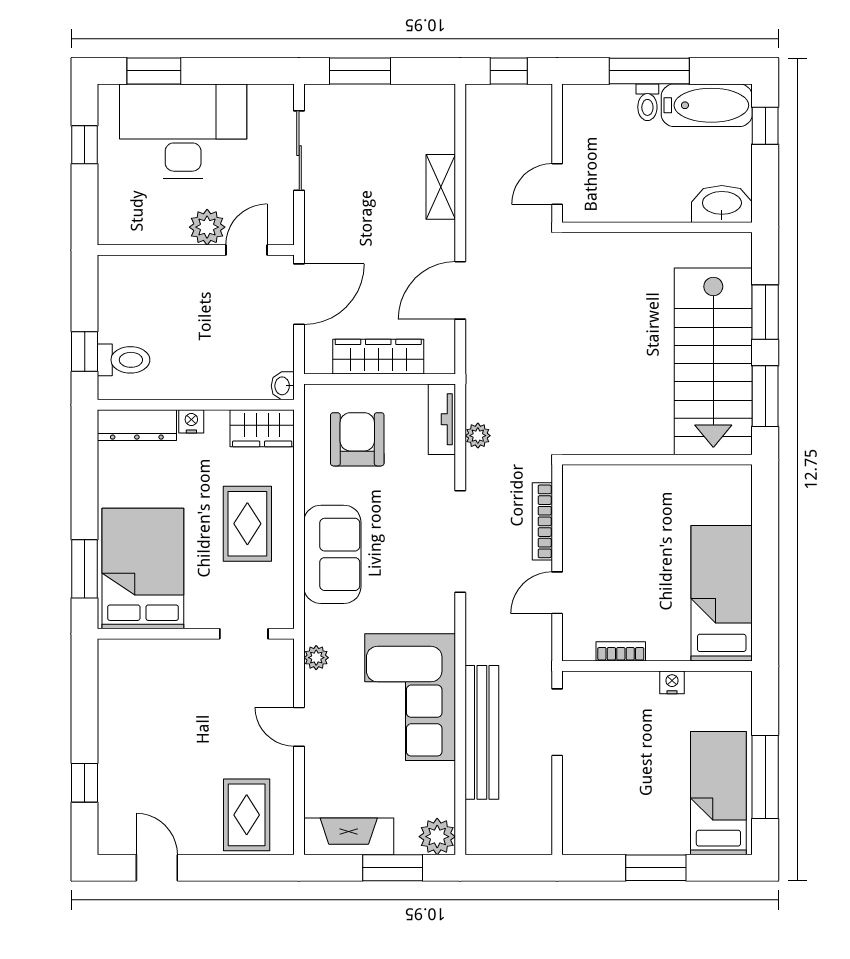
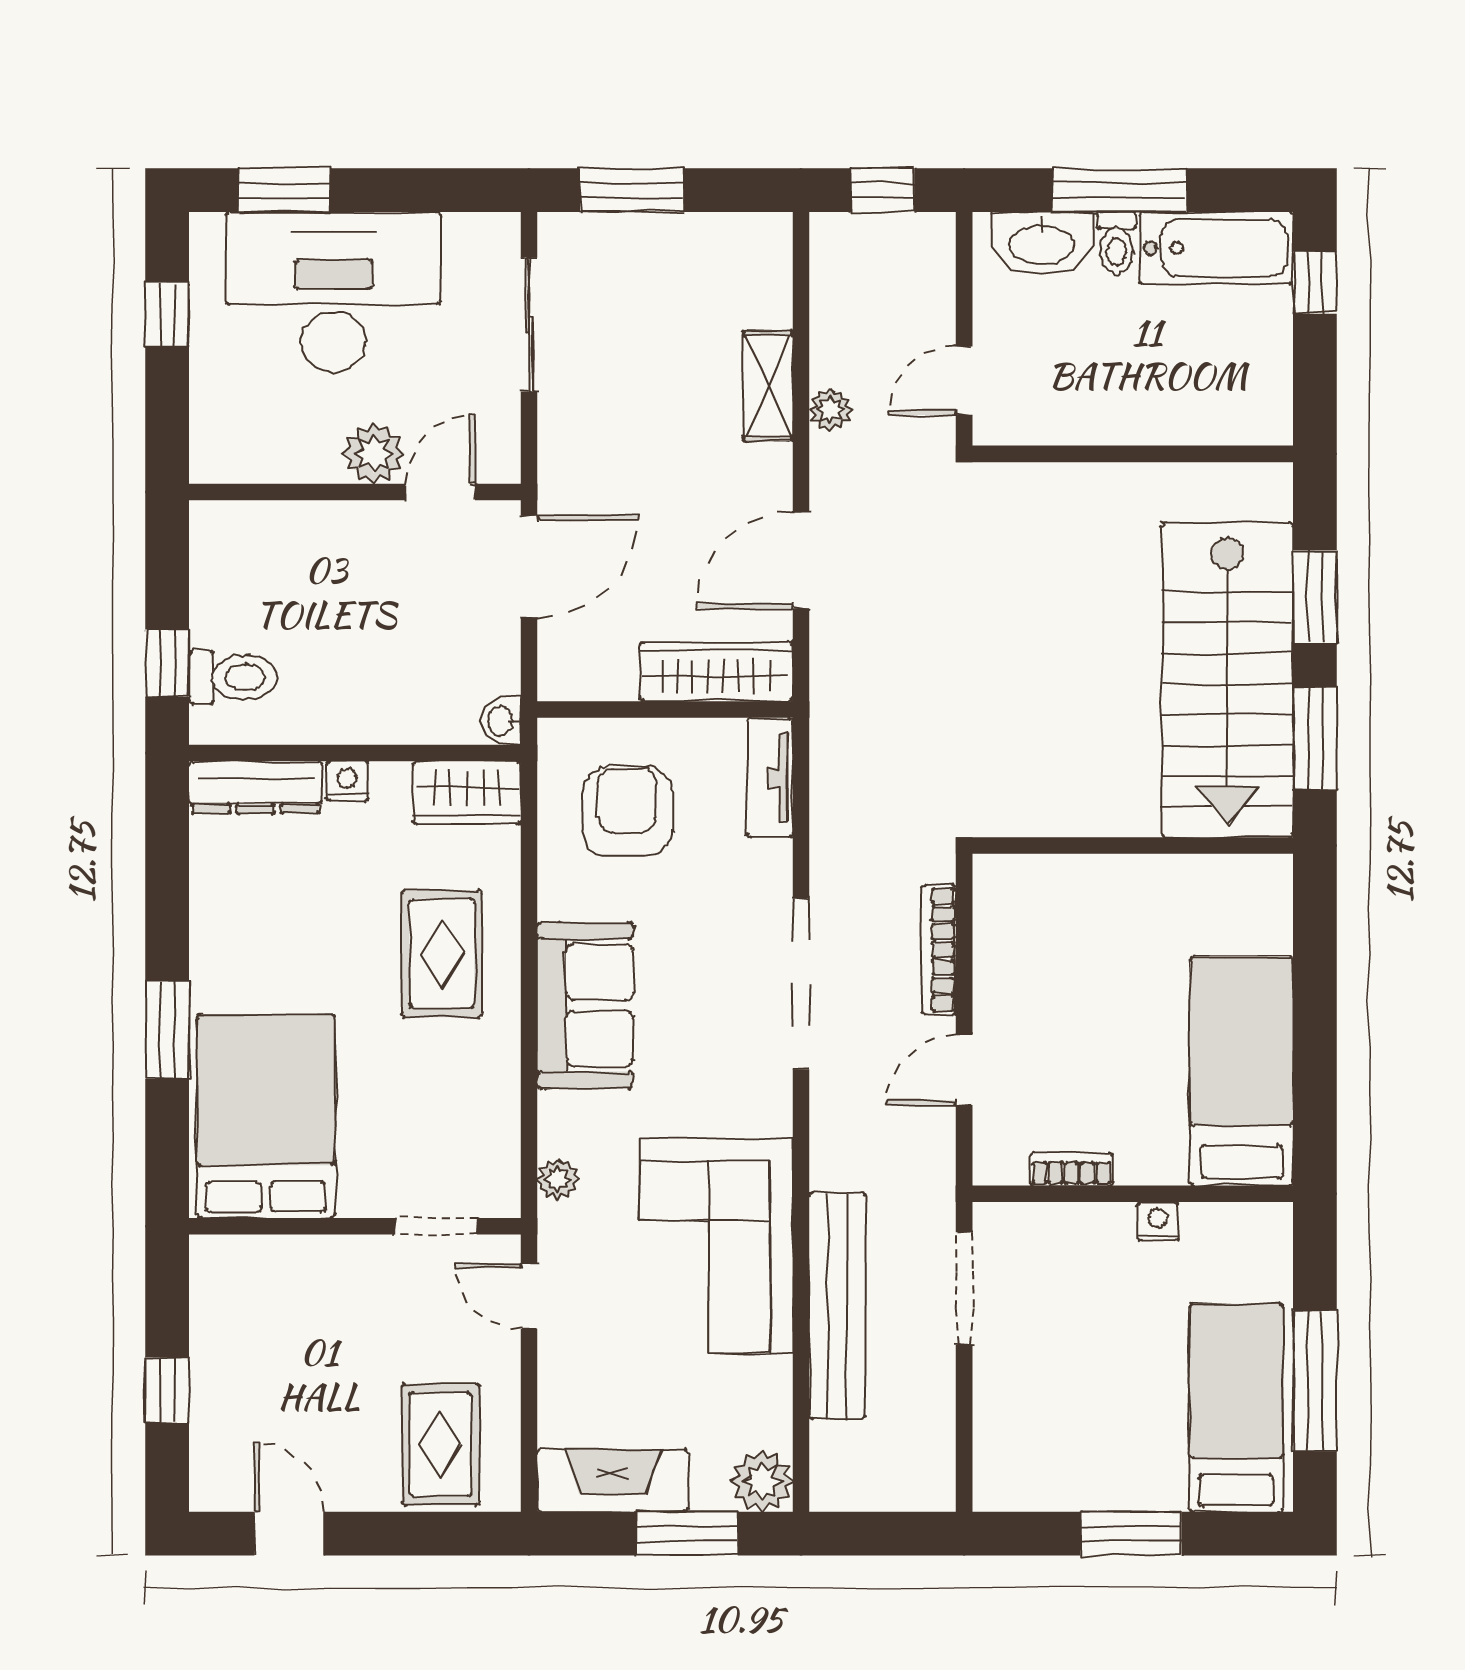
washbasin: (722, 204) -> (1042, 243), moved, turned 180
wardrobe: (378, 357) -> (716, 672), moved
plant: (478, 436) -> (830, 410), moved
bed: (143, 569) -> (266, 1116), moved
wall: (196, 634) -> (355, 1226), moved
doorway: (244, 634) -> (436, 1226), moved

